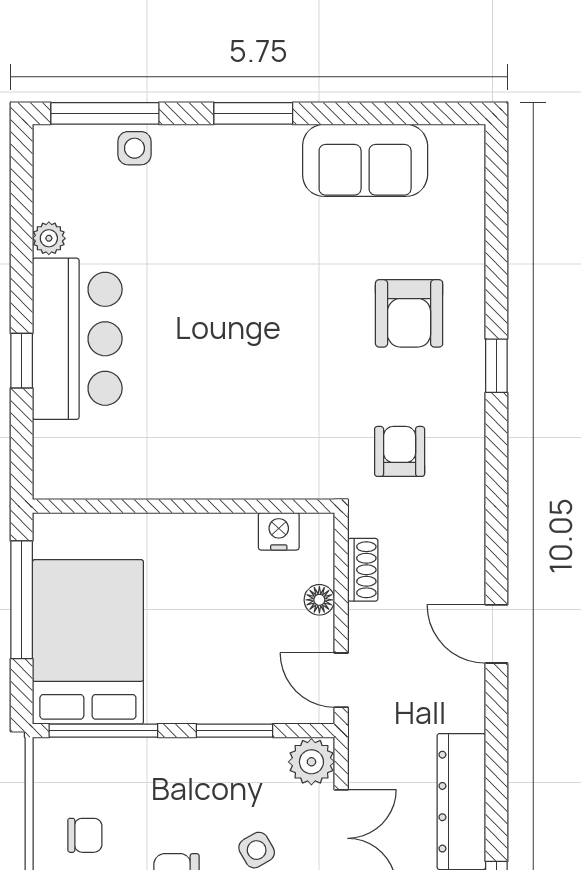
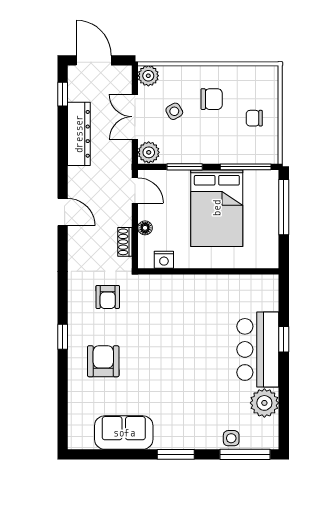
plant: (49, 238) -> (264, 403), width x1.88, depth x1.88
window: (22, 600) -> (284, 207), moved
bed: (88, 642) -> (217, 208), moved

